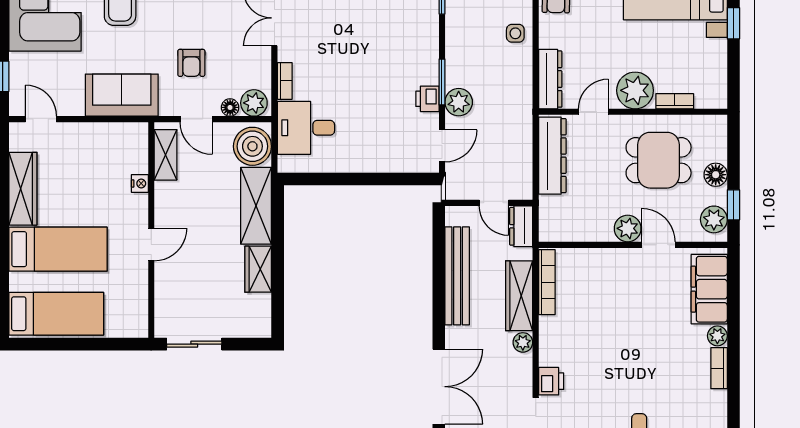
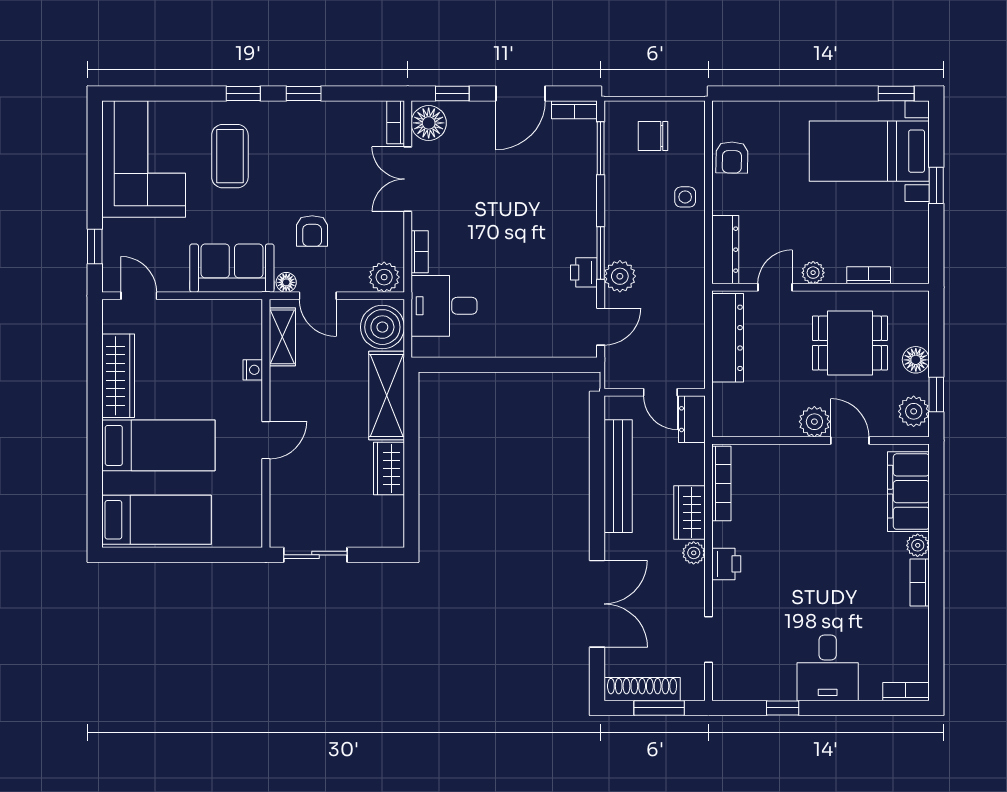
plant: (635, 90) -> (813, 273), width x0.53, depth x0.53
floor lamp: (230, 107) -> (286, 282), moved
wardrobe: (519, 296) -> (689, 513), width x0.67
printer: (551, 381) -> (726, 564), moved

